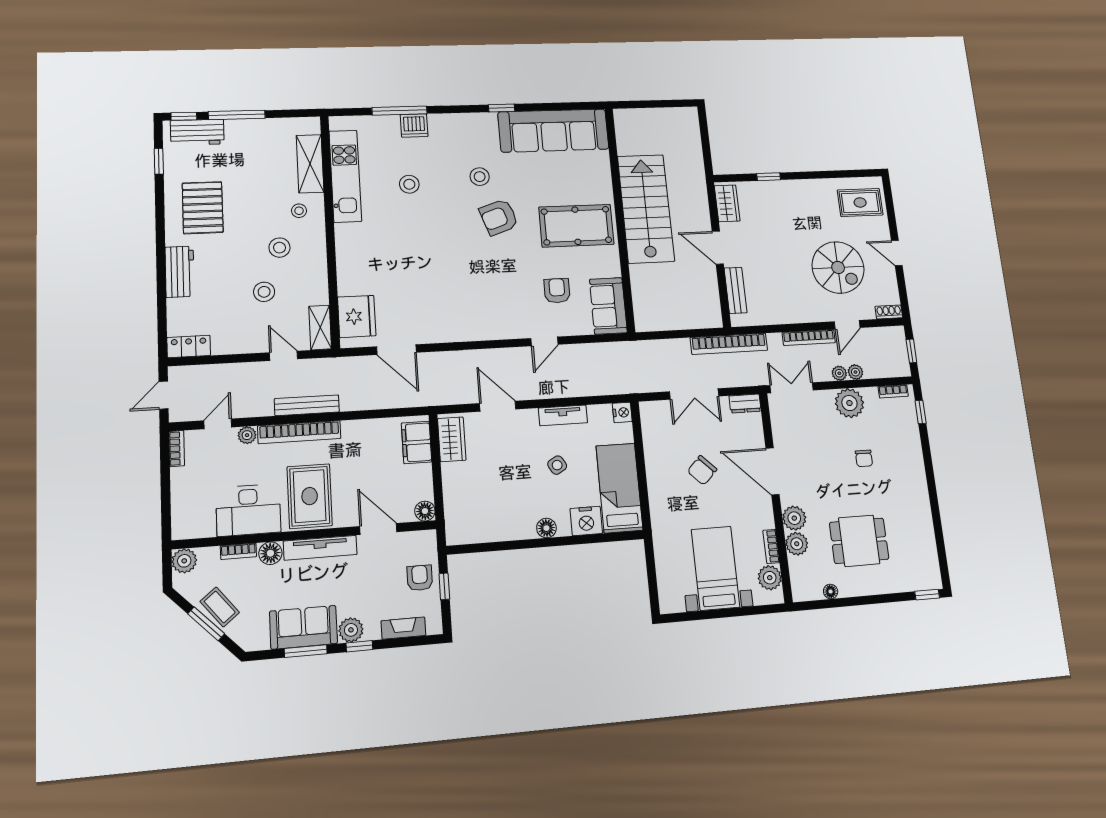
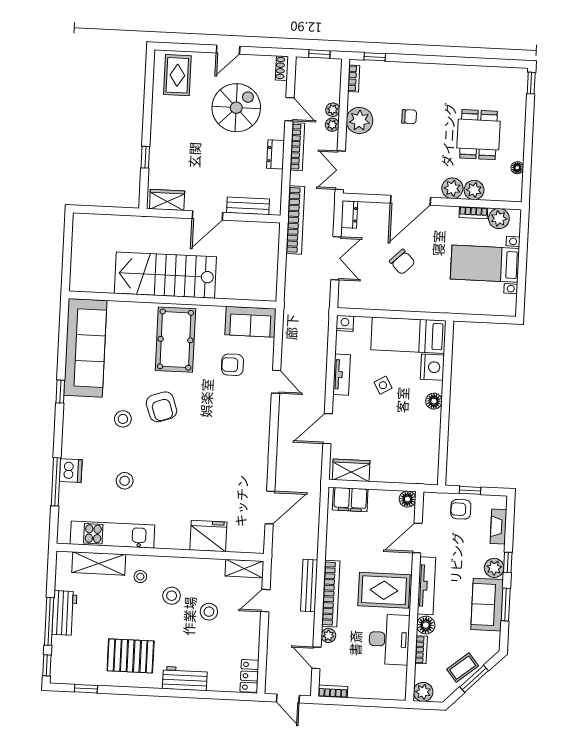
workbench: (197, 132) -> (64, 613), moved
dresser: (796, 315) -> (276, 154), added
fridge: (357, 316) -> (208, 536), moved

